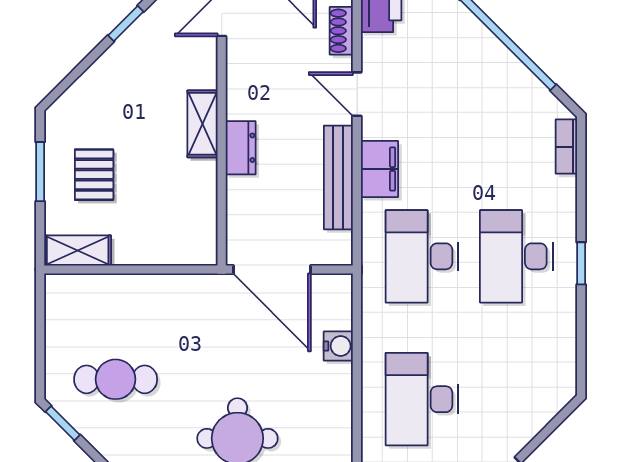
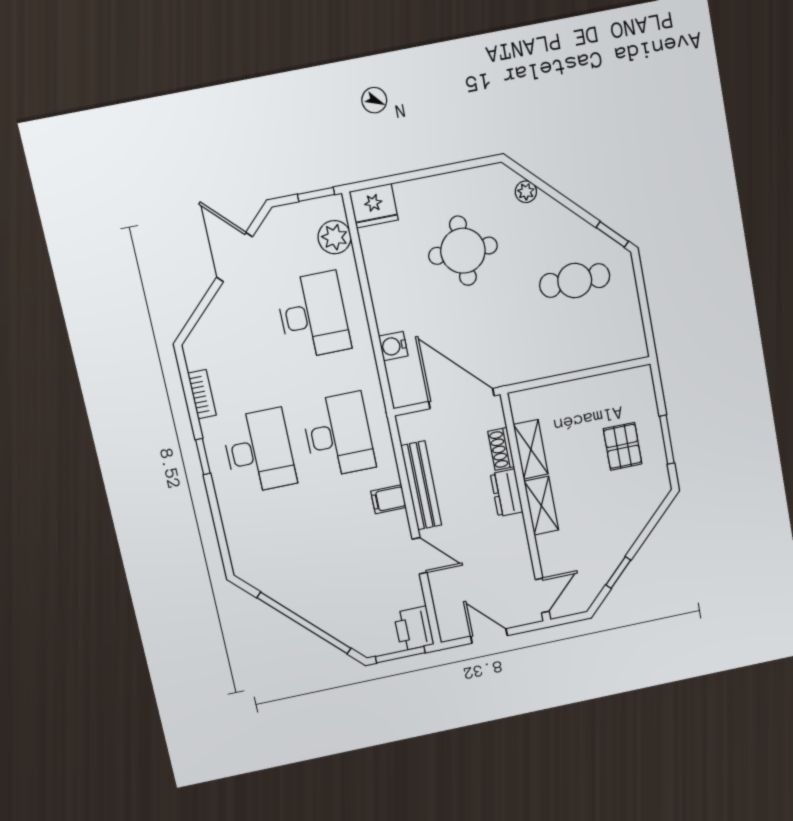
shoe rack: (341, 31) -> (501, 449), moved, turned 180
bookcase: (566, 147) -> (202, 394), moved
filing cabinet: (380, 169) -> (389, 499), width x0.50
shelving: (78, 251) -> (531, 449), moved, turned 90

